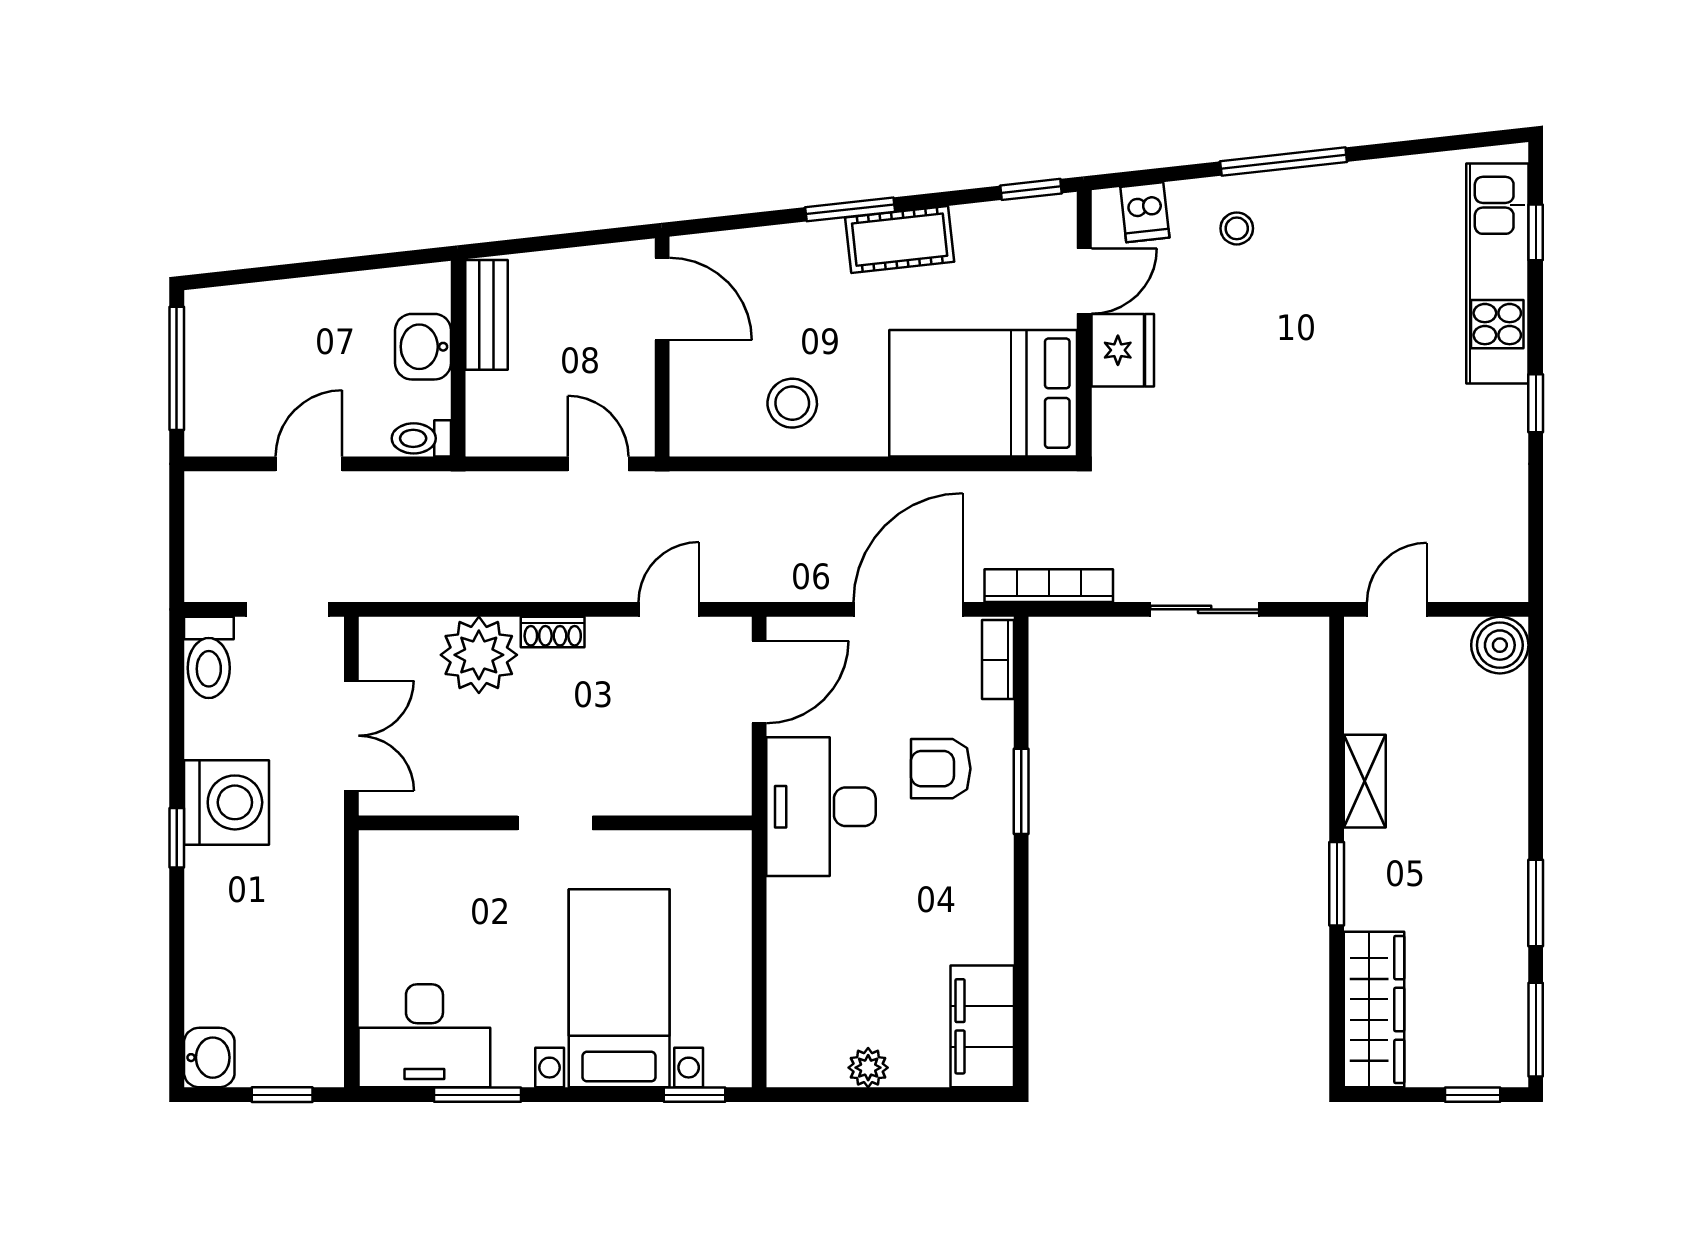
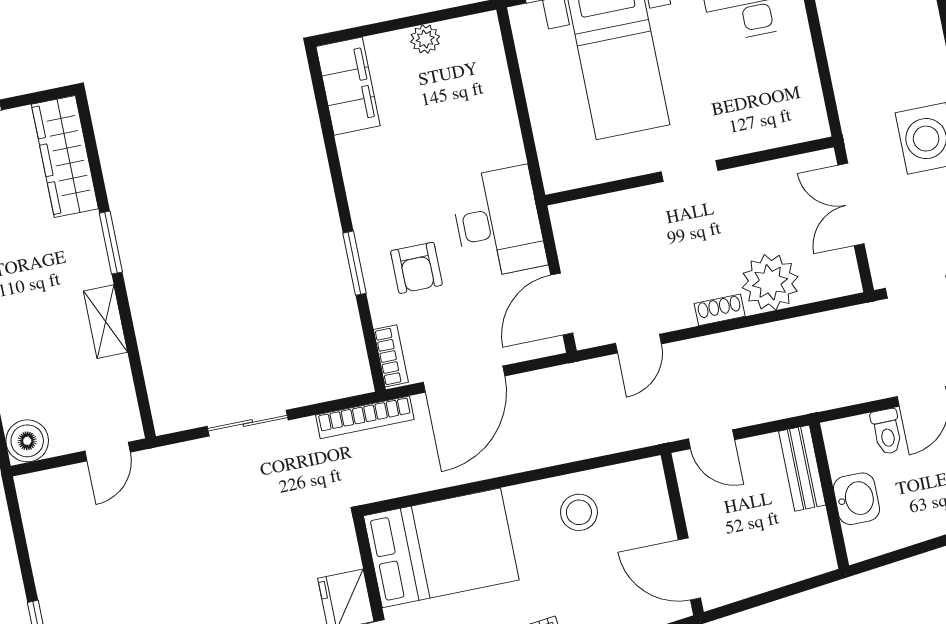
bench: (487, 315) -> (802, 468), moved
toilet: (421, 438) -> (887, 432), moved, turned 90
armchair: (941, 769) -> (416, 268), turned 90

